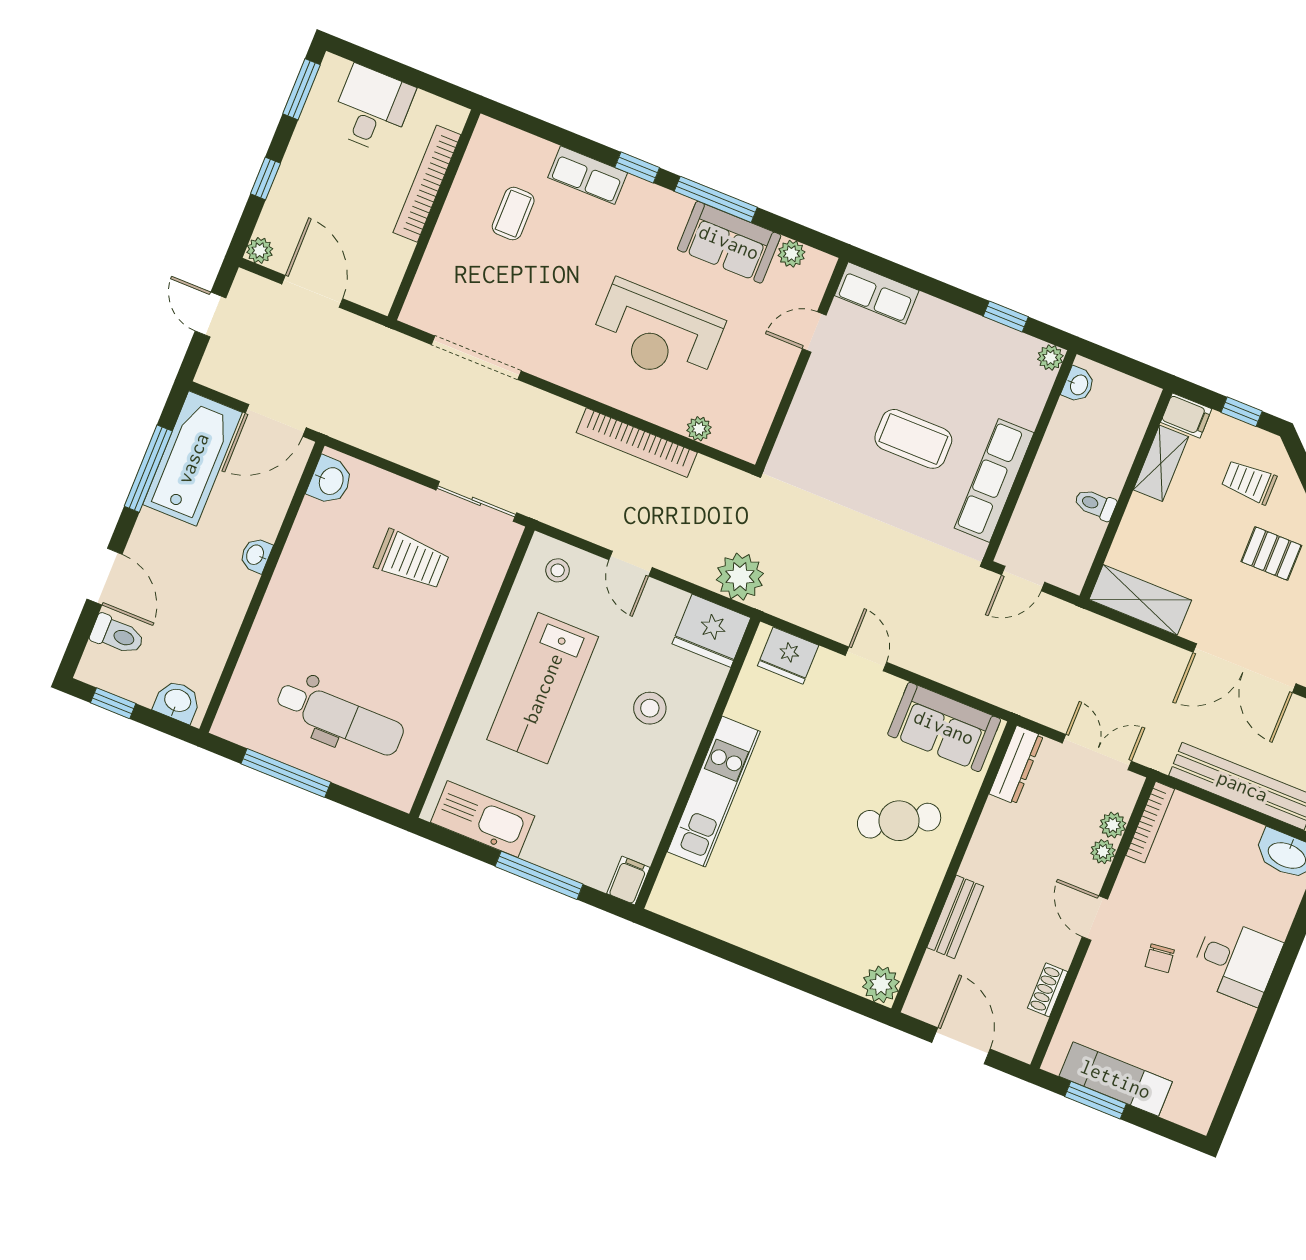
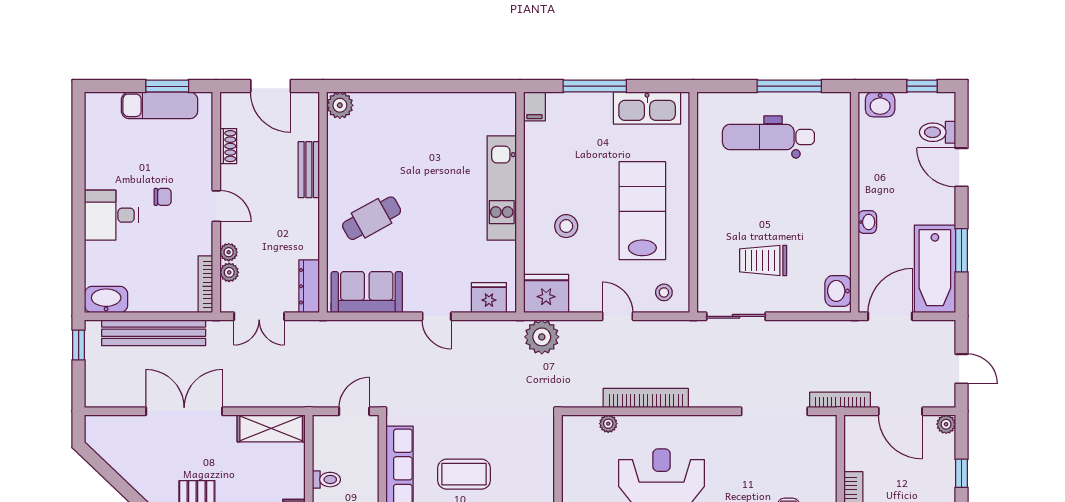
bookcase: (385, 338) -> (840, 400), added
window: (148, 469) -> (961, 250), width x0.69
chair: (1160, 958) -> (163, 197), turned 97

